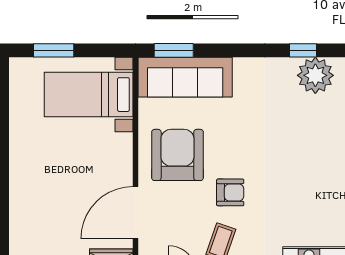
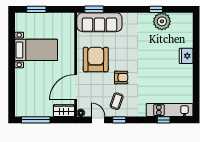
bed with nightstands: (89, 95) -> (36, 50), moved, turned 180

